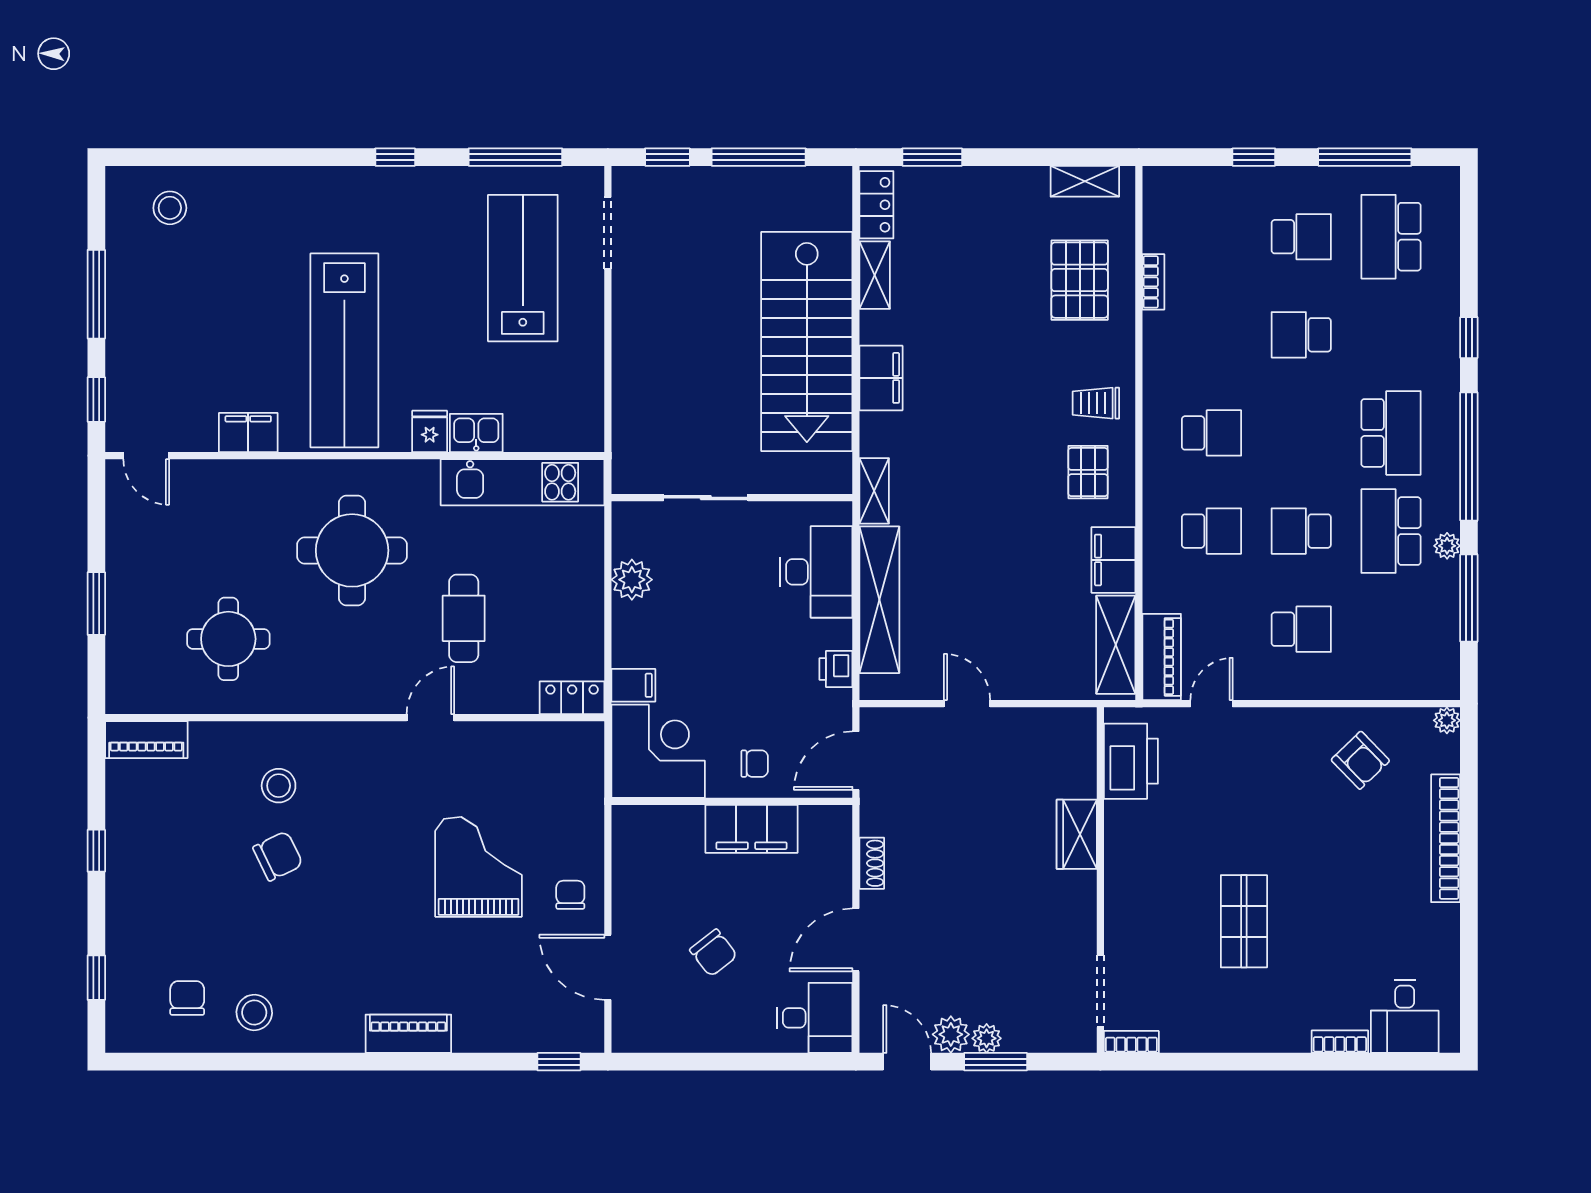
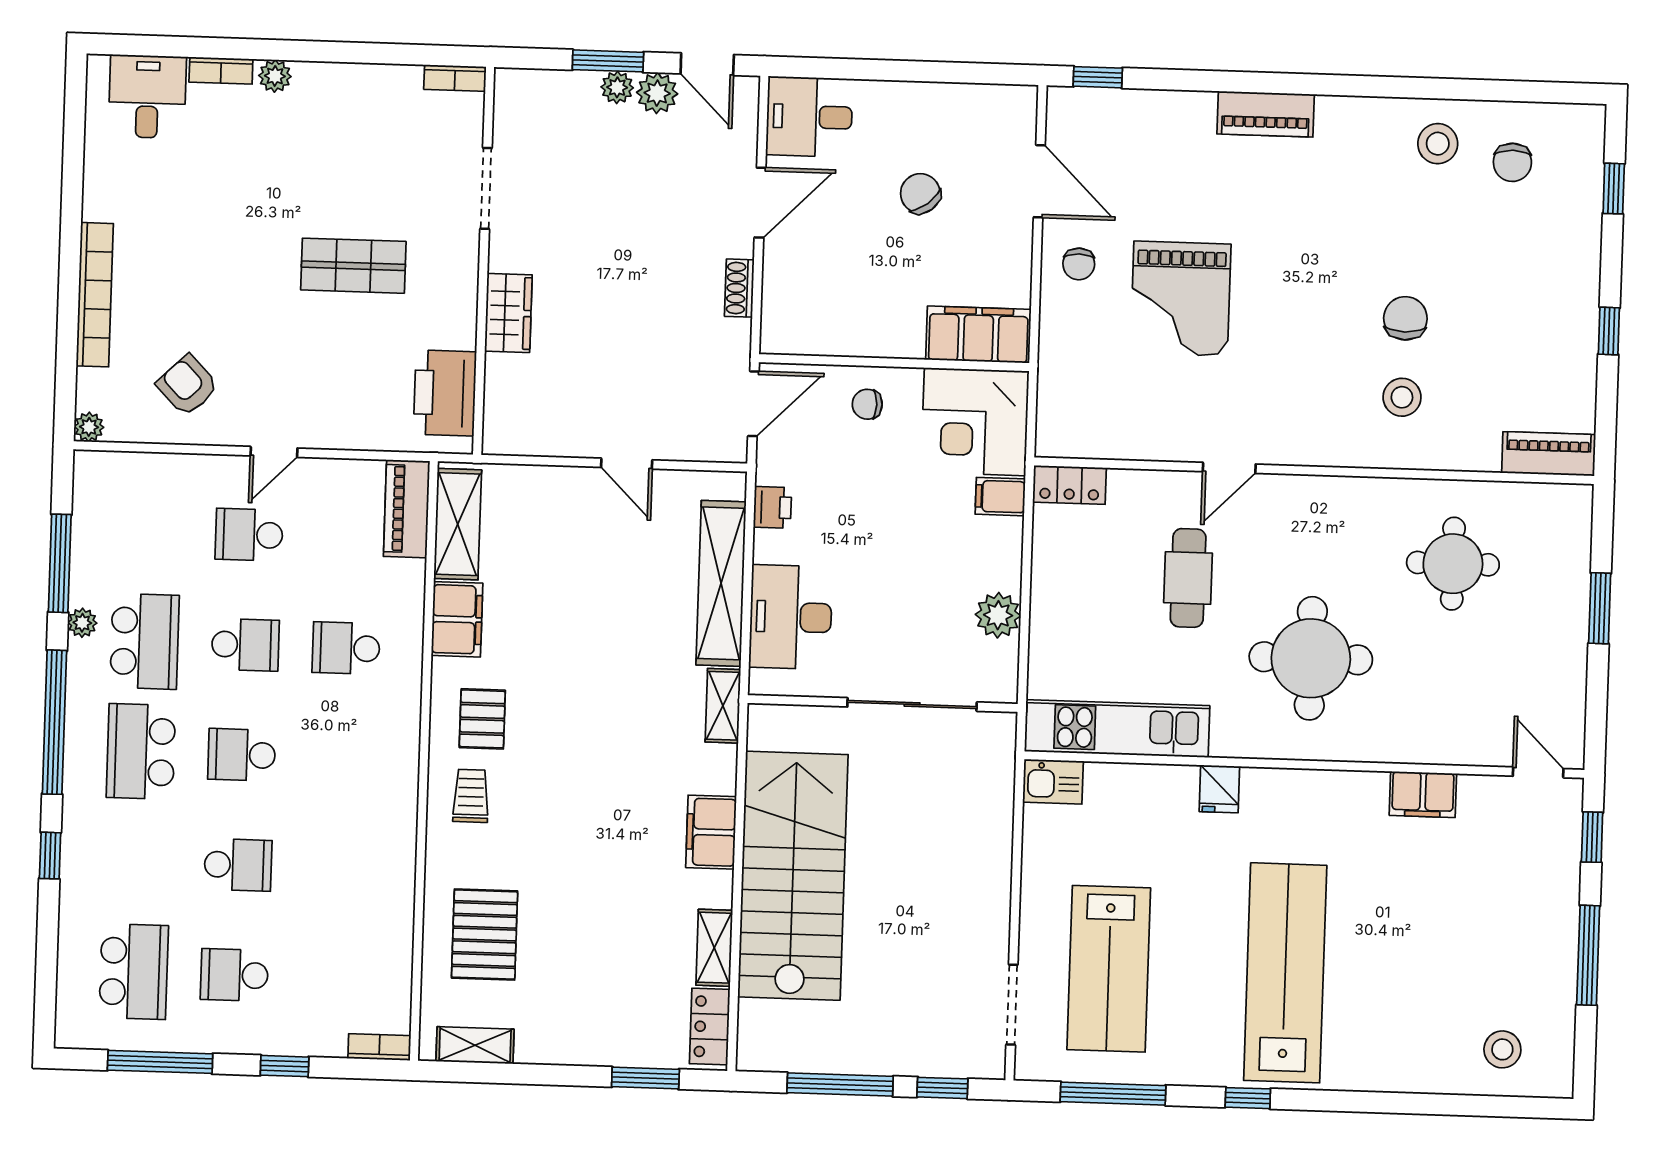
bookcase: (1153, 282) -> (379, 1047), moved, turned 90
lab bench: (344, 350) -> (1285, 973), moved
trolley: (1096, 403) -> (471, 796), turned -90
kitchen sink: (476, 433) -> (1053, 782), moved
school desk: (1211, 433) -> (242, 755), moved
sliding door: (706, 498) -> (912, 704), width x1.37
door: (1212, 704) -> (274, 452), moved
filing cabinet: (752, 829) -> (978, 335), moved
chair: (278, 856) -> (1405, 318), turned 116
shop shelf: (1244, 921) -> (353, 266), moved, turned 90
doorway: (1100, 991) -> (486, 188), moved
plant: (1292, 1038) -> (275, 76), added

